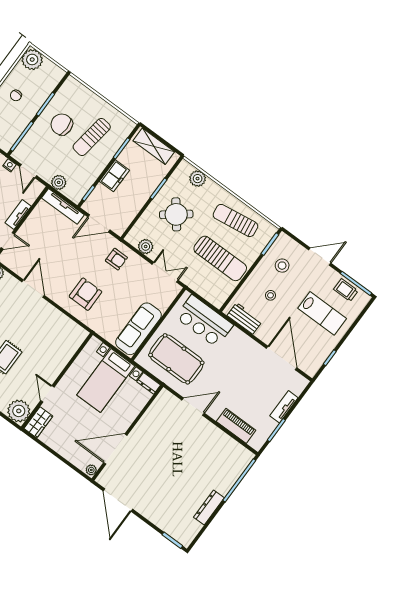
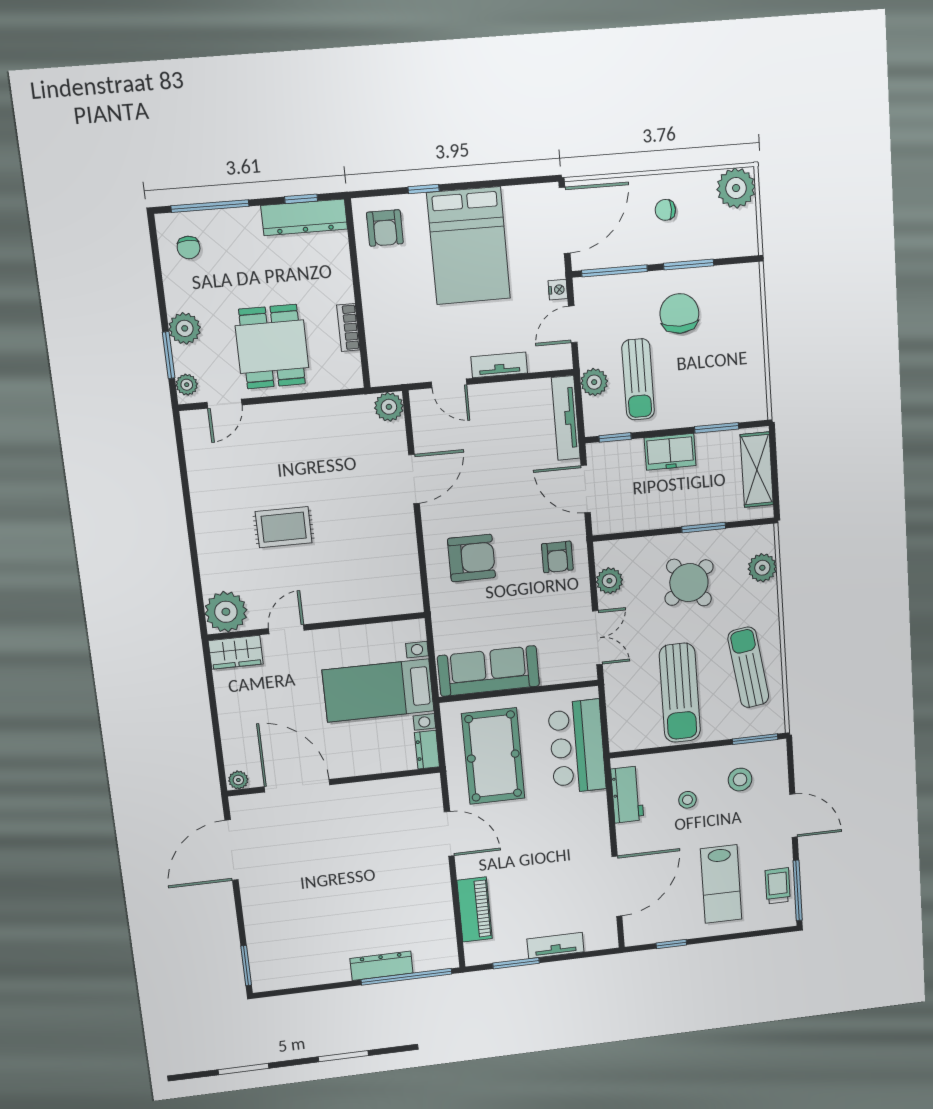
sun lounger: (92, 137) -> (638, 379), moved, turned -98
dresser: (209, 508) -> (382, 966), moved

